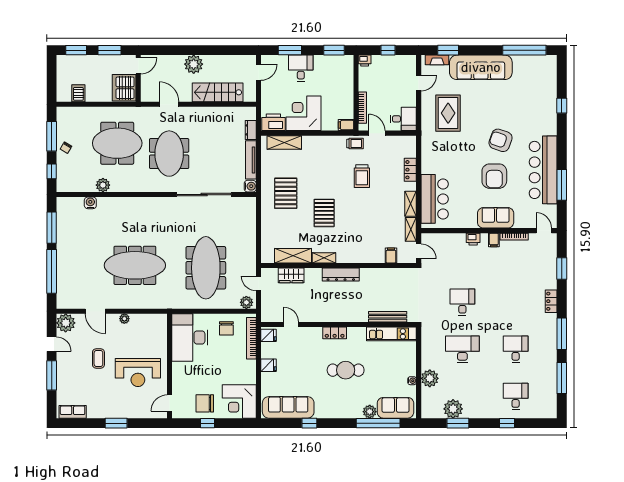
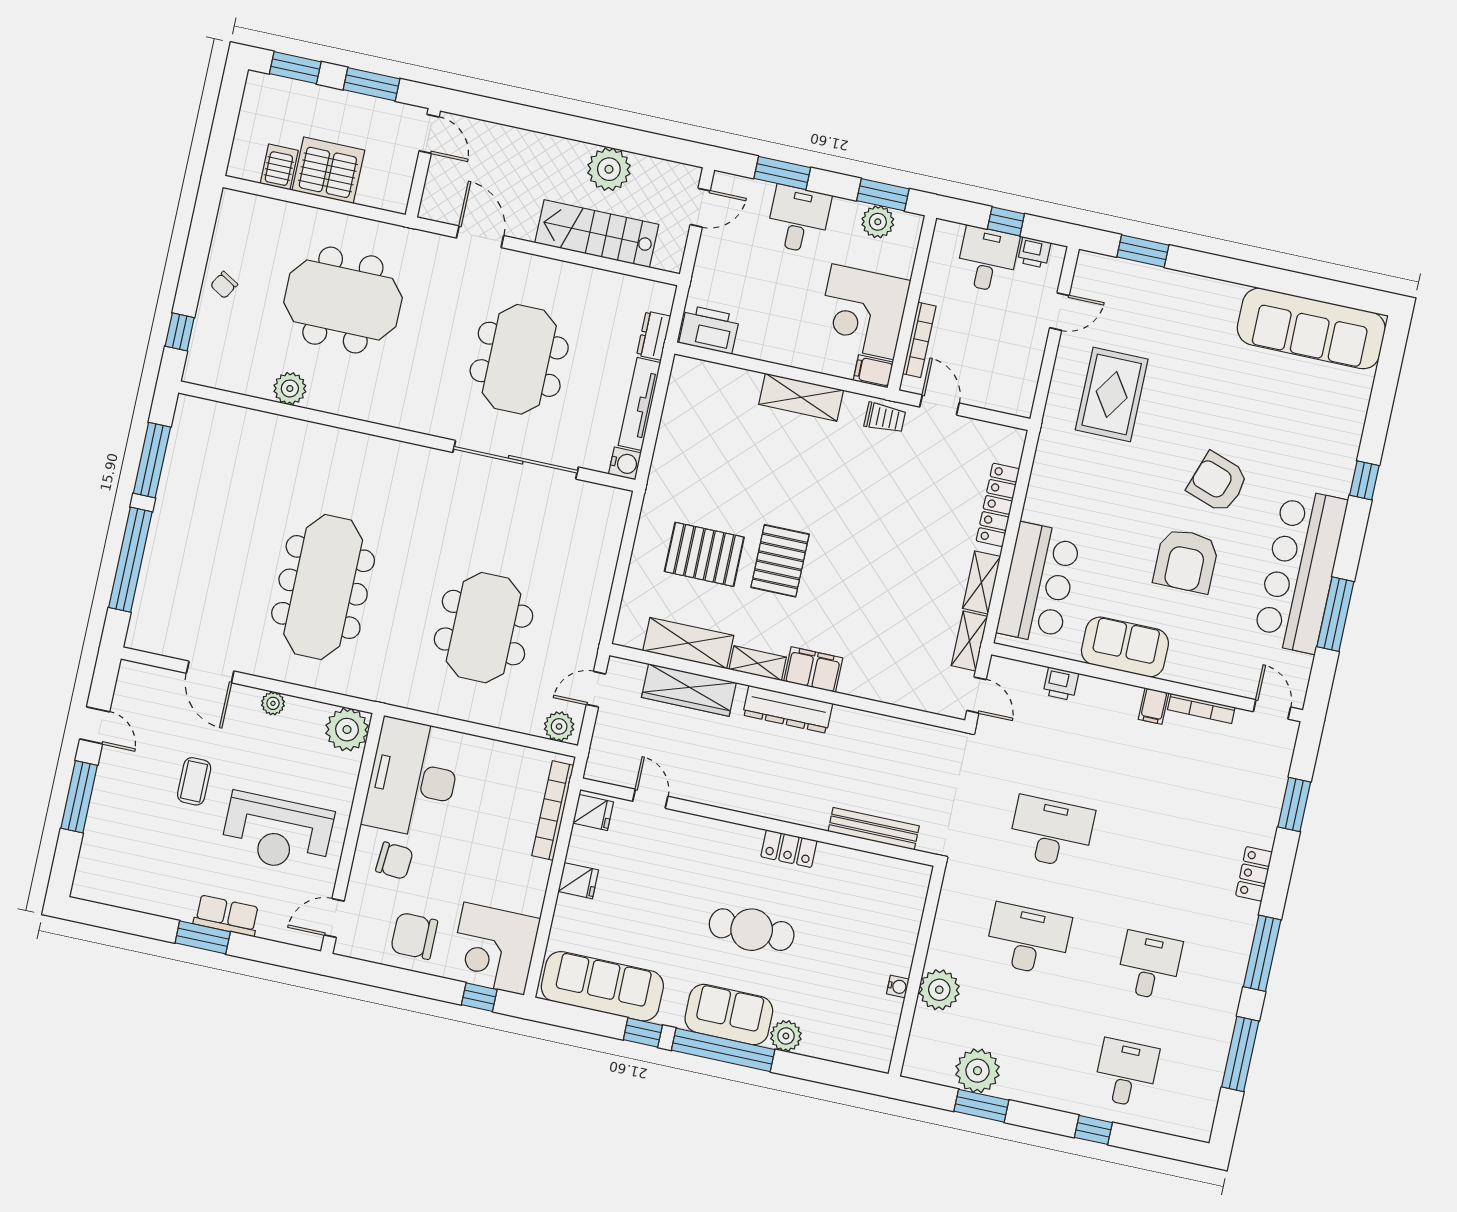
window: (524, 50) -> (1317, 289), removed
fireplace: (437, 60) -> (1113, 268), removed
printer: (365, 61) -> (1034, 252), moved
plant: (334, 62) -> (878, 222), added
plant: (194, 64) -> (609, 169), moved
door: (138, 66) -> (429, 134), hinge flipped
sofa: (481, 67) -> (1311, 328), moved
server rack: (124, 88) -> (328, 170), moved, turned 90
window: (562, 106) -> (1364, 480), moved
corner desk: (303, 113) -> (863, 312), moved, turned -90
desk: (403, 119) -> (987, 259), moved, turned -90
window: (52, 136) -> (197, 252), removed
shelving: (284, 142) -> (801, 397), moved
meeting table: (169, 154) -> (519, 359), moved
locker: (410, 170) -> (998, 505), width x1.53
trolley: (362, 176) -> (884, 496), removed
pallet: (286, 193) -> (704, 554), moved, turned 90
water cooler: (90, 203) -> (252, 423), removed
sofa: (496, 218) -> (1125, 647), moved
printer: (473, 239) -> (1061, 684), moved
filing cabinet: (391, 256) -> (813, 670), moved, width x2.00
meeting table: (135, 265) -> (323, 587), turned 90
meeting table: (206, 268) -> (483, 628), width x0.73
wardrobe: (291, 275) -> (689, 690), width x1.50
door: (259, 283) -> (596, 689), hinge flipped
desk: (462, 302) -> (1051, 832), width x1.37
plant: (66, 323) -> (347, 730), moved
chair: (226, 328) -> (394, 861), moved, turned -86
locker: (335, 333) -> (789, 849), moved
kitchen unit: (391, 334) -> (874, 870), removed
sofa: (395, 408) -> (729, 1015), moved
row of seats: (73, 412) -> (227, 916), moved
window: (207, 423) -> (479, 997), moved
window: (378, 423) -> (723, 1050), moved

